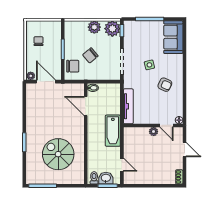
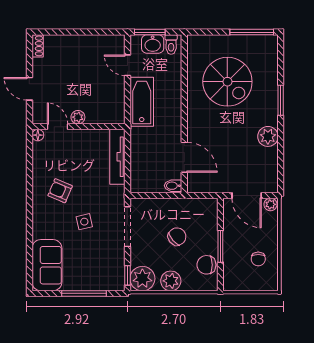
chair: (73, 66) -> (206, 265), moved
plant: (32, 119) -> (268, 136), added
bathtub: (113, 131) -> (142, 102), moved

